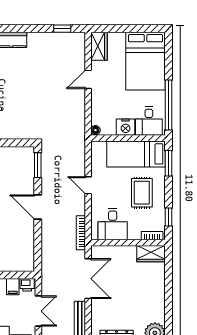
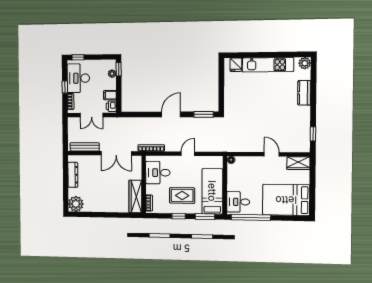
nightstand: (126, 127) -> (233, 183), removed
window: (169, 217) -> (179, 216), moved
wardrobe: (151, 254) -> (135, 196), width x1.50

